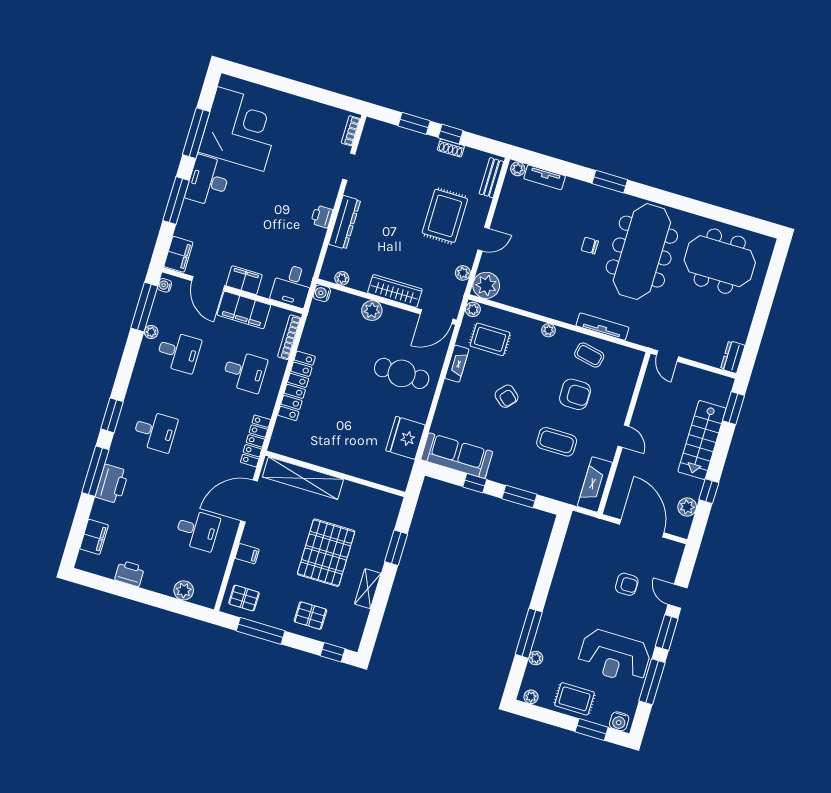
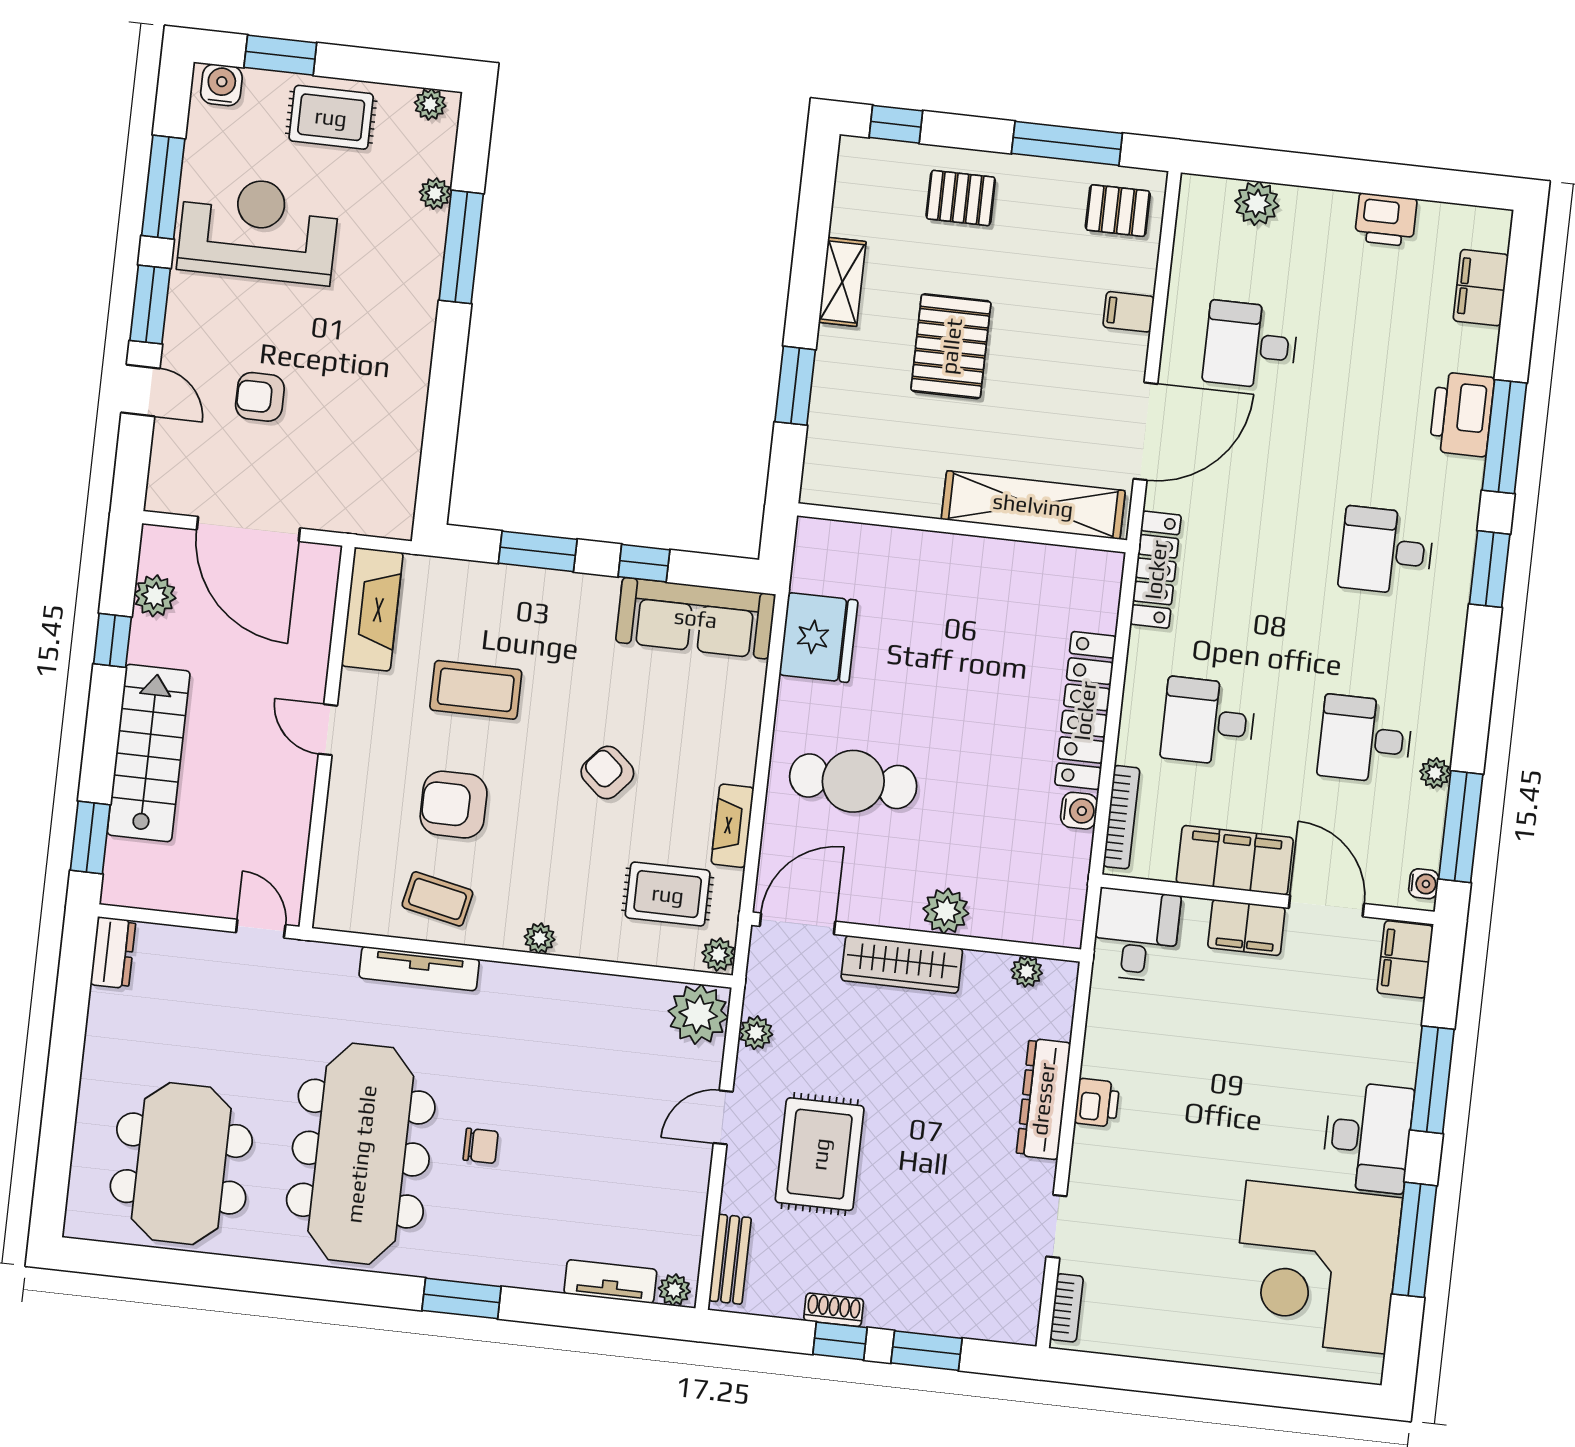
meeting table: (720, 261) -> (181, 1164), turned 90
water cooler: (322, 293) -> (1079, 811), moved
pallet: (326, 553) -> (951, 346), width x0.73, depth x0.71

